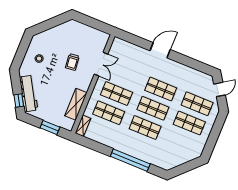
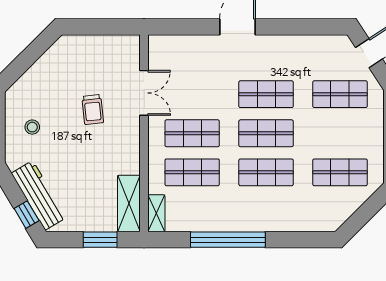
shelving: (76, 104) -> (129, 203), moved
shop shelf: (189, 123) -> (340, 172), moved
window: (130, 160) -> (228, 240), moved

